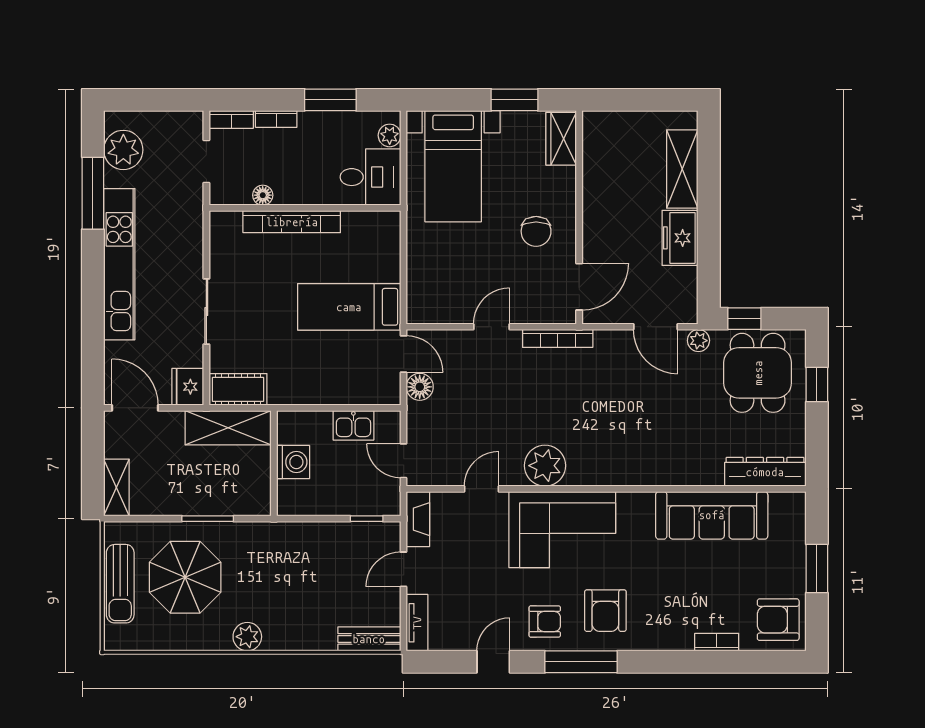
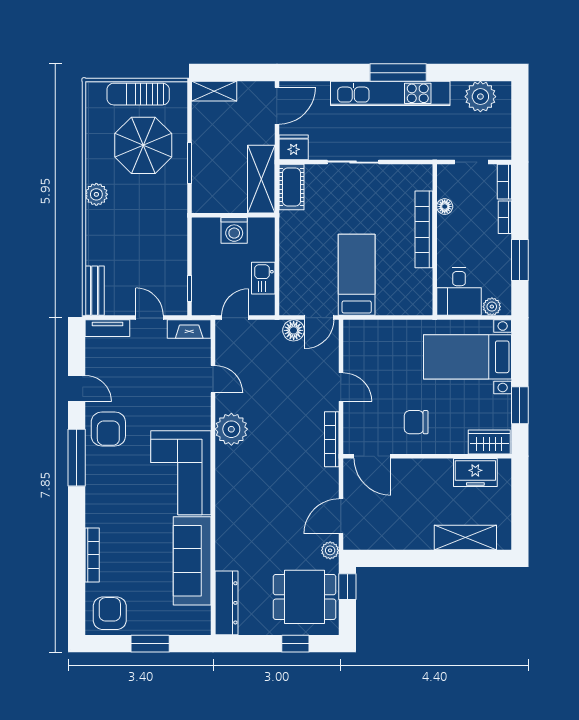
window: (93, 193) -> (398, 73), moved
freezer: (680, 238) -> (475, 472), moved, turned 180
corner sofa: (562, 530) -> (181, 473), moved
armchair: (605, 611) -> (117, 477), removed
armchair: (545, 622) -> (108, 429), width x1.38, depth x1.38
bookcase: (717, 642) -> (92, 555), width x1.56

